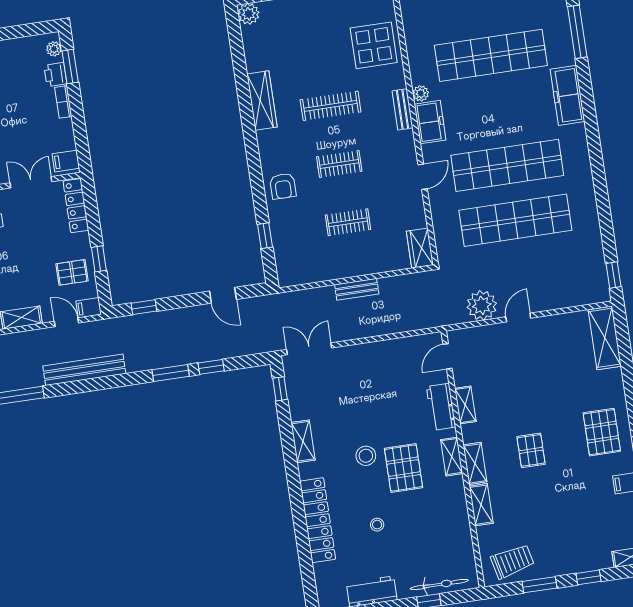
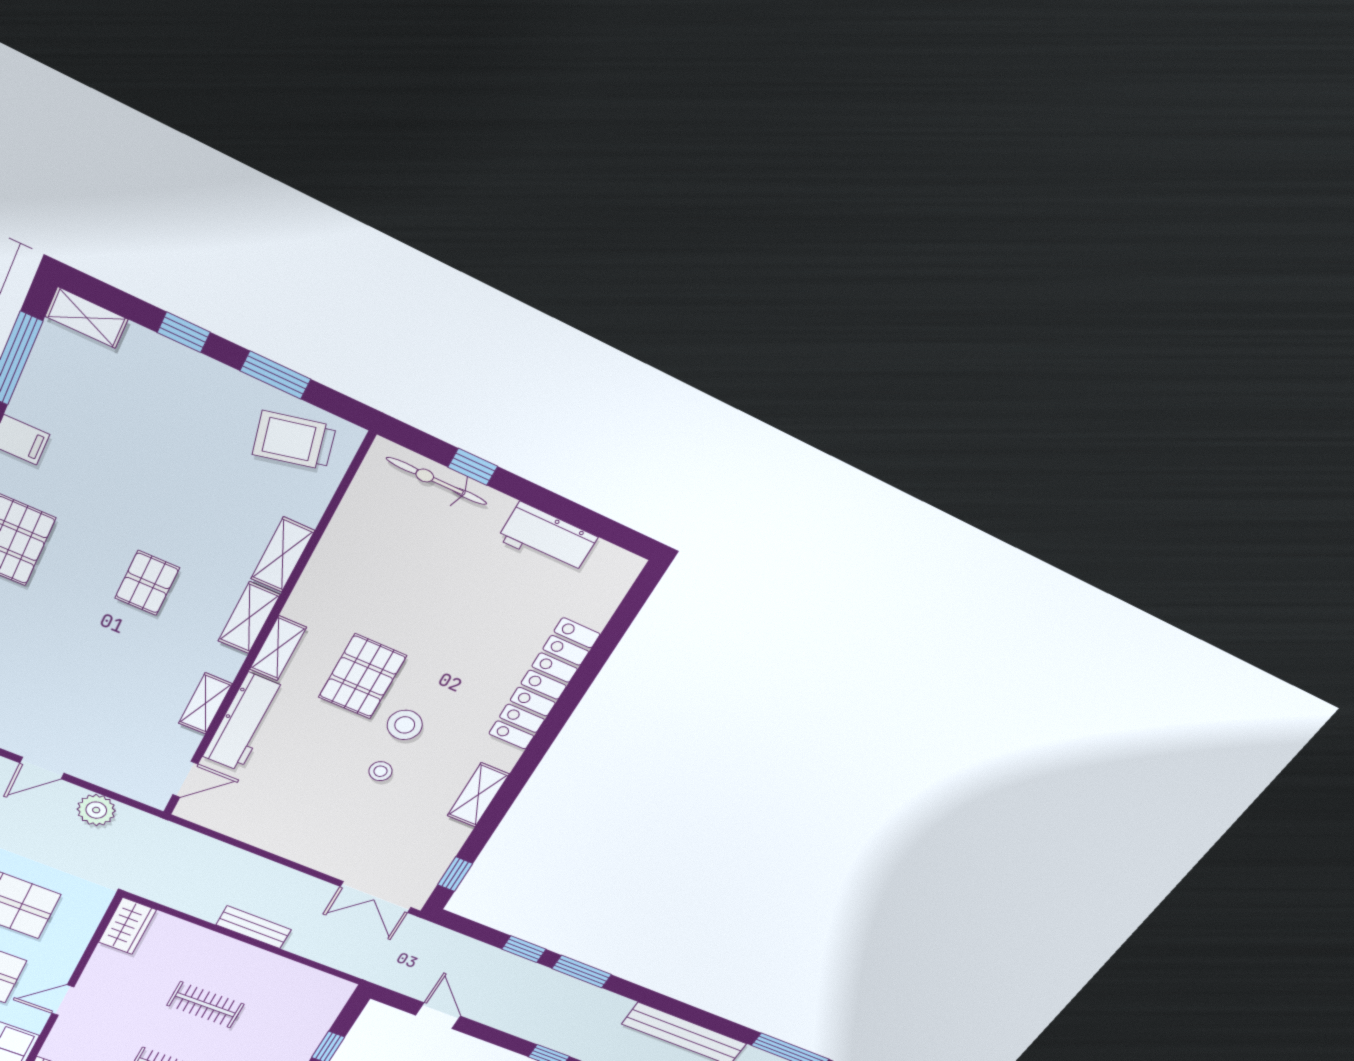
plant: (482, 305) -> (96, 810), width x0.73, depth x0.73
workbench: (441, 407) -> (244, 722), width x1.38
stool: (377, 525) -> (380, 771), moved

